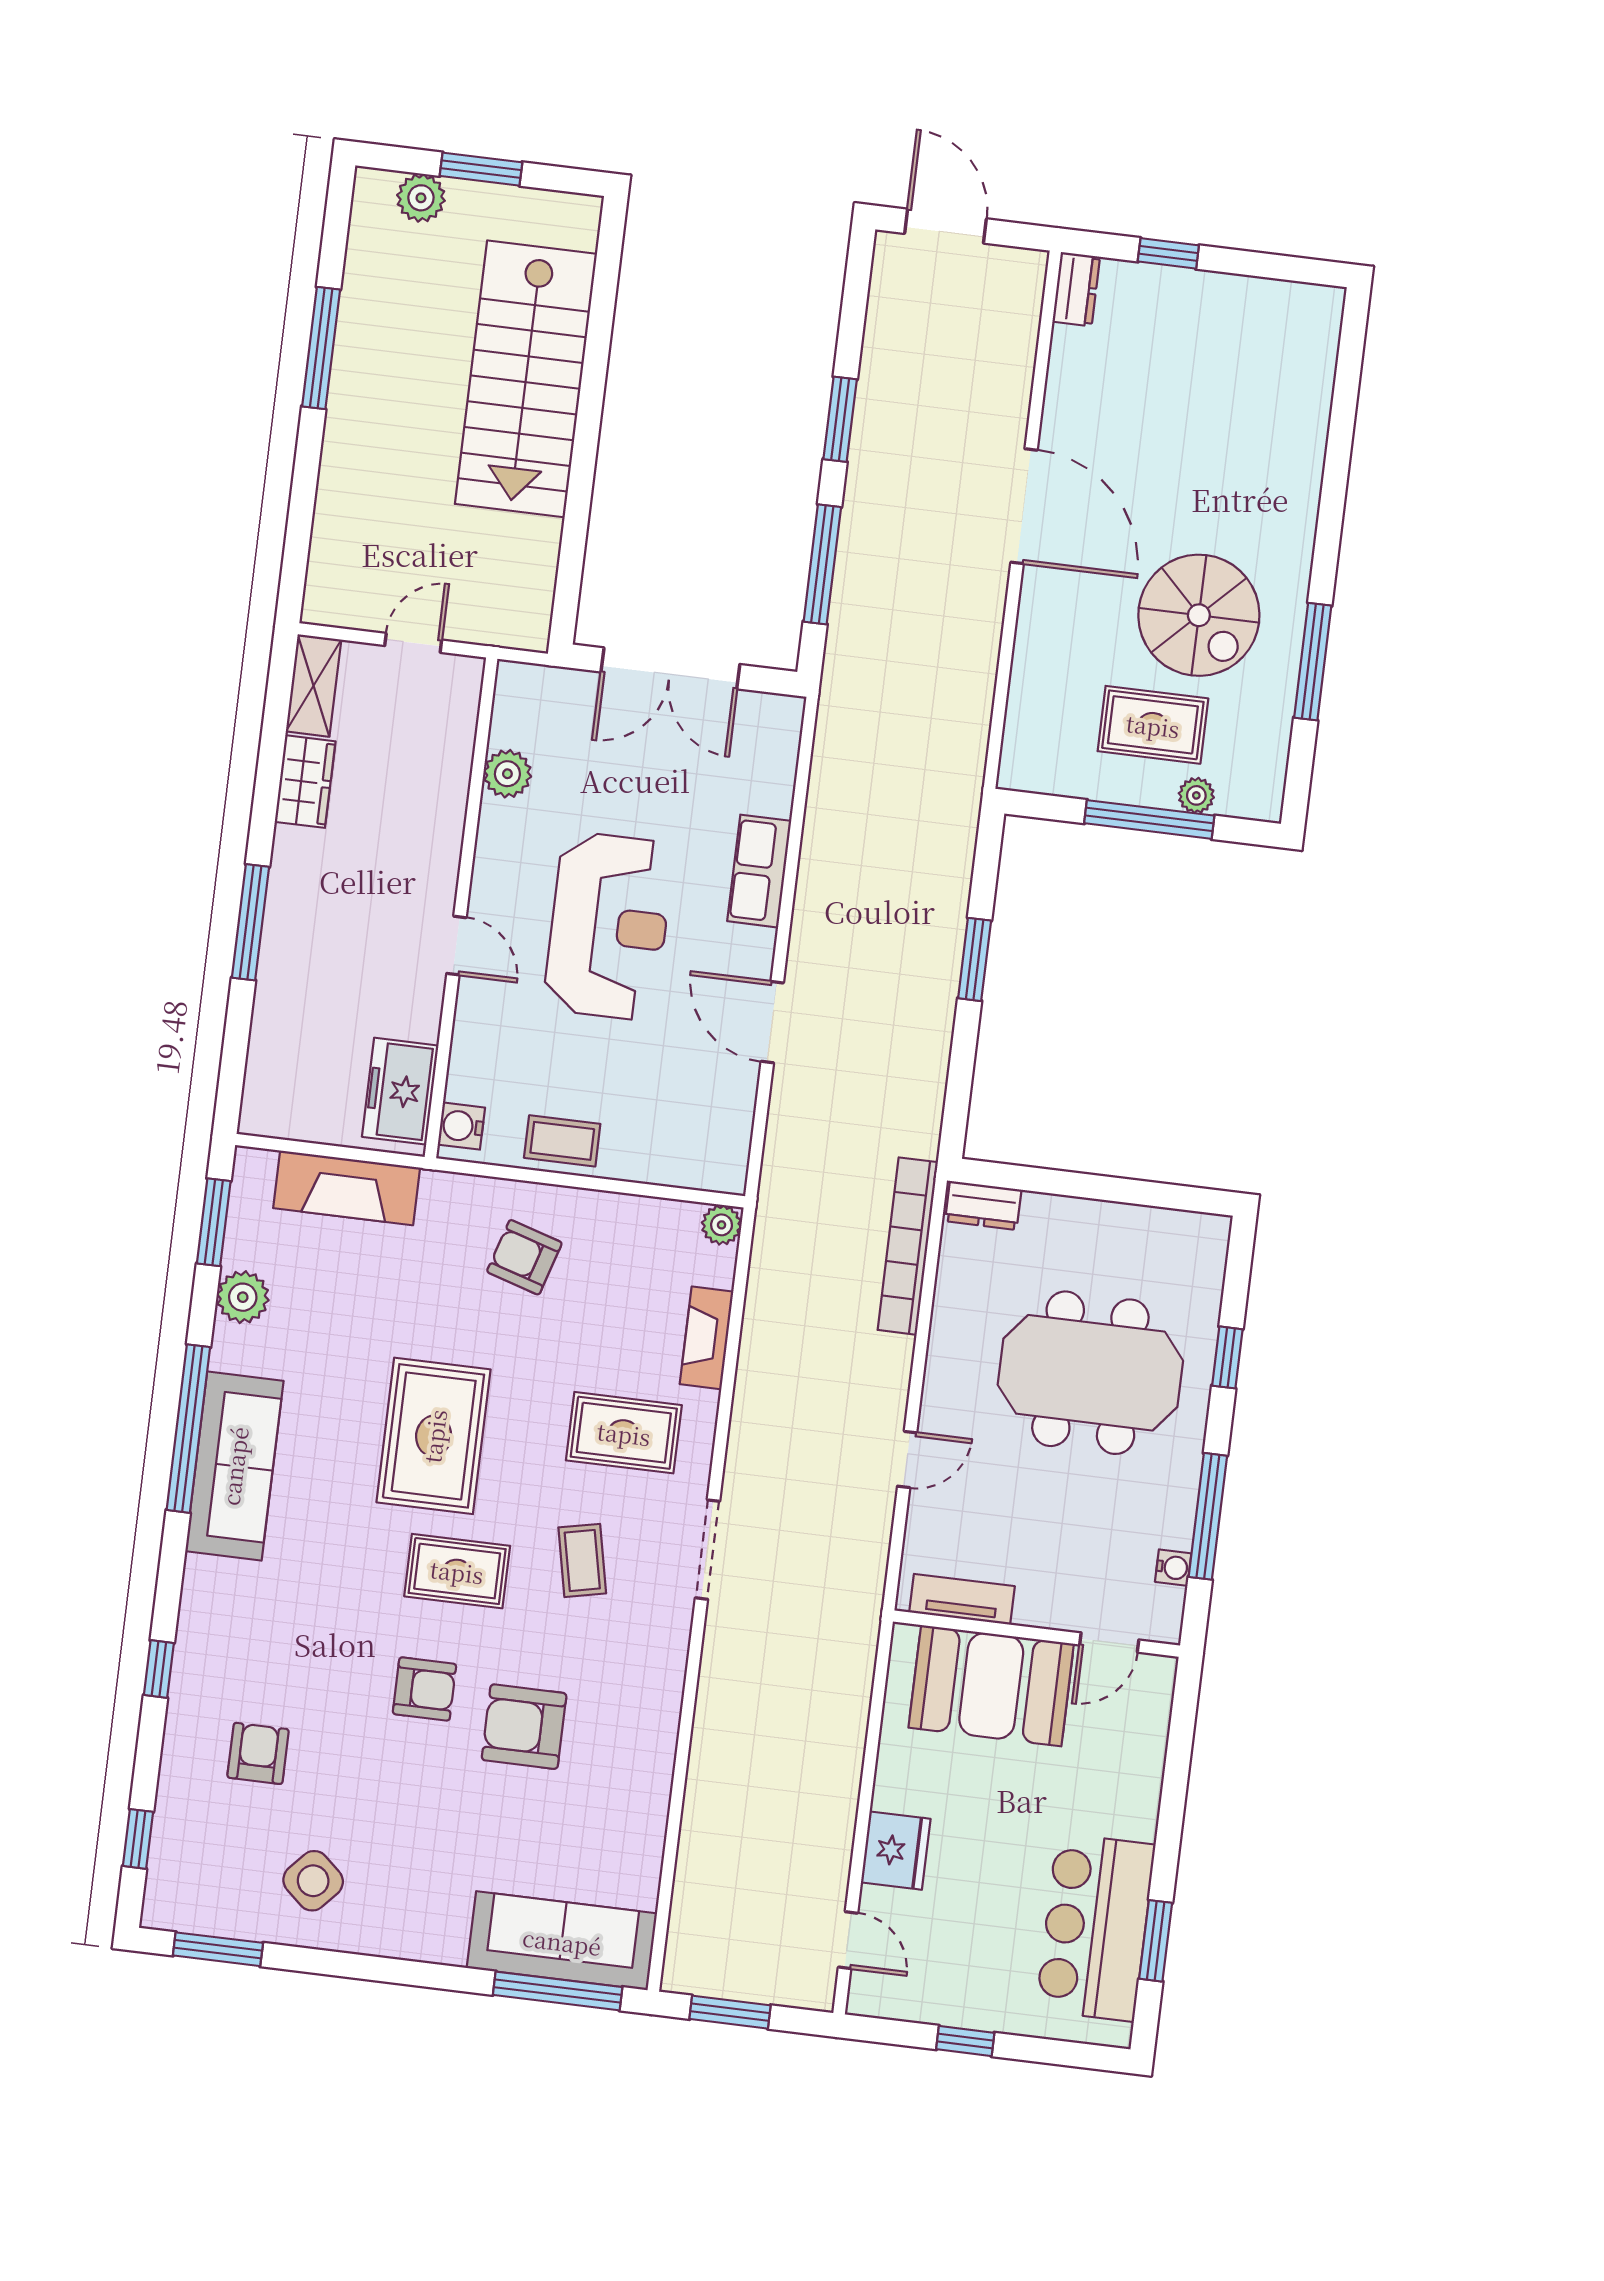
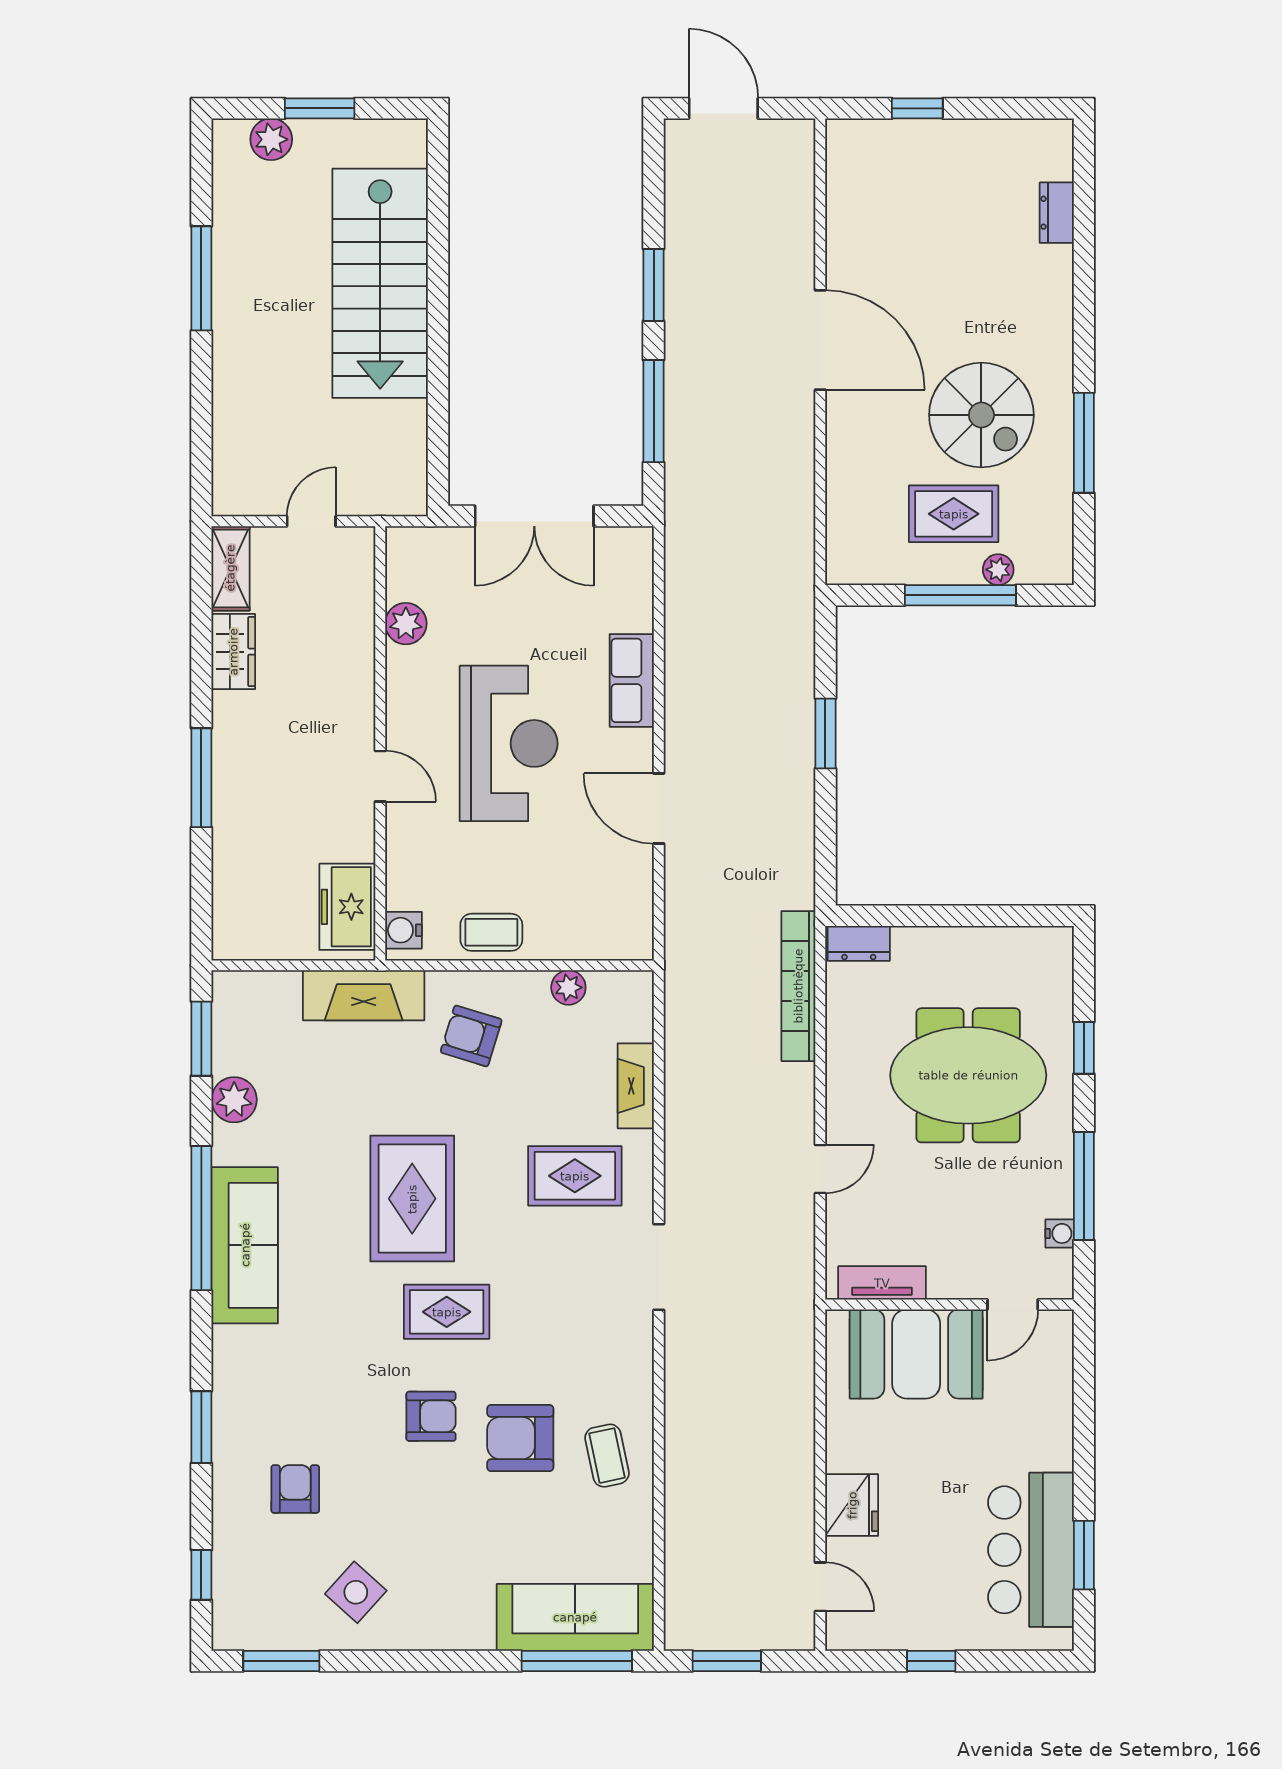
dresser: (1076, 289) -> (1057, 213), moved, turned 180
fireplace: (347, 1188) -> (364, 995), moved
plant: (722, 1225) -> (568, 987), moved
coffee table: (582, 1560) -> (607, 1456), moved
window: (159, 1669) -> (201, 1427), width x1.50

